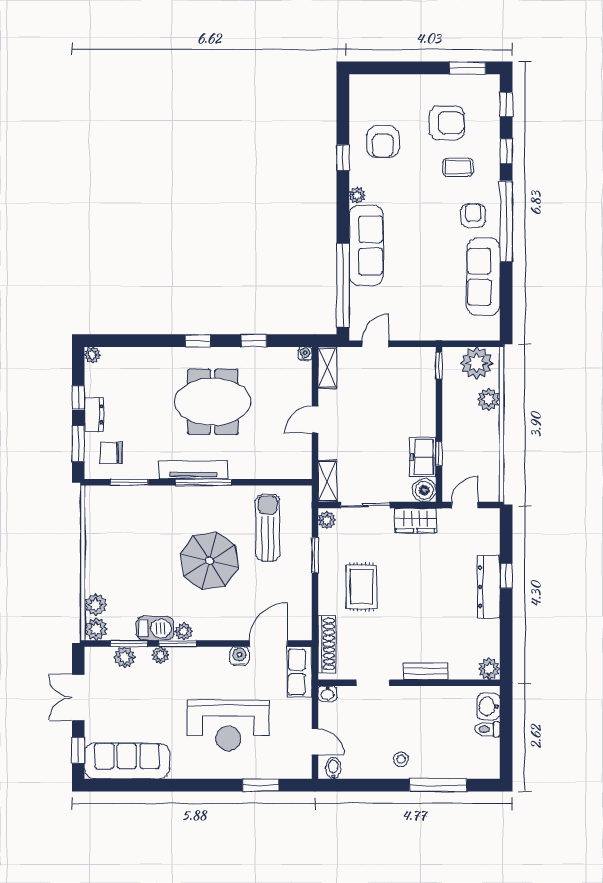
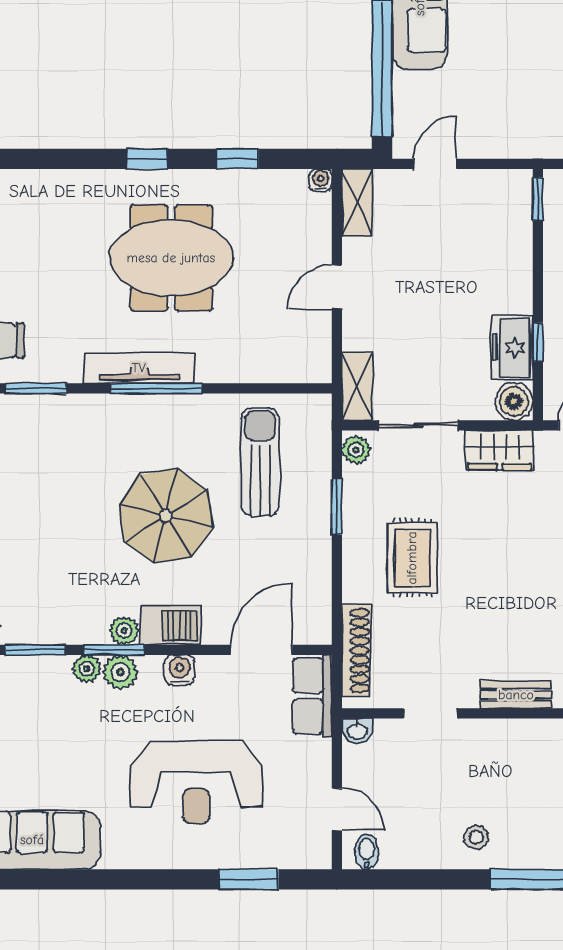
barbecue: (155, 628) -> (171, 625), moved
water cooler: (240, 656) -> (180, 670), moved
plant: (125, 657) -> (120, 672), moved

